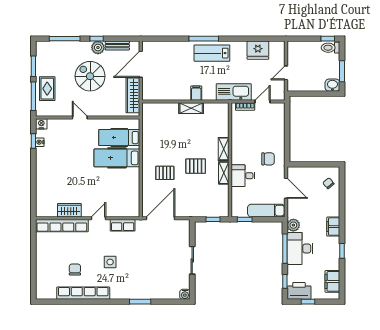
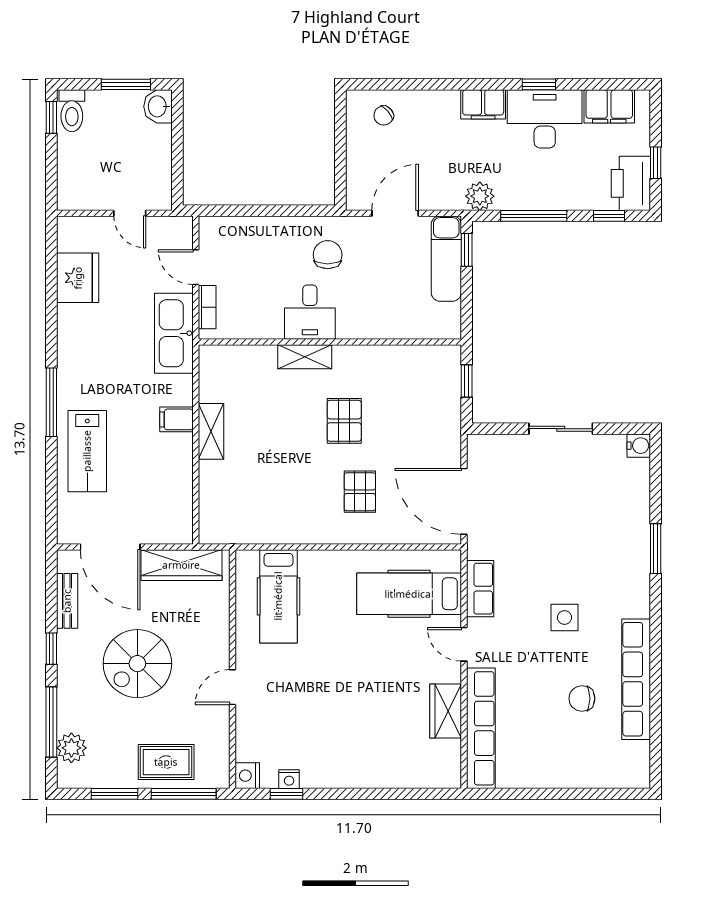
plant: (98, 47) -> (71, 748), moved
lab bench: (212, 53) -> (87, 451), moved
hospital bed: (117, 158) -> (409, 594), moved, turned 90
shelving: (224, 173) -> (360, 356), removed
desk: (243, 176) -> (310, 312), moved
window: (245, 219) -> (467, 250), moved
desk: (300, 248) -> (545, 119), moved, turned 180

